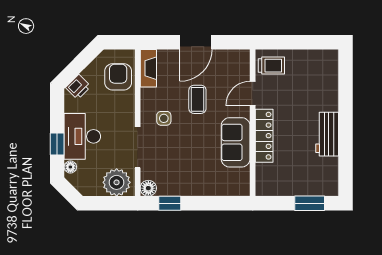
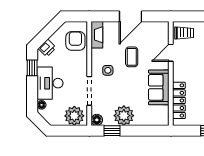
locker: (264, 136) -> (179, 100), moved
window: (57, 144) -> (32, 68), moved
plant: (186, 182) -> (124, 116), added

